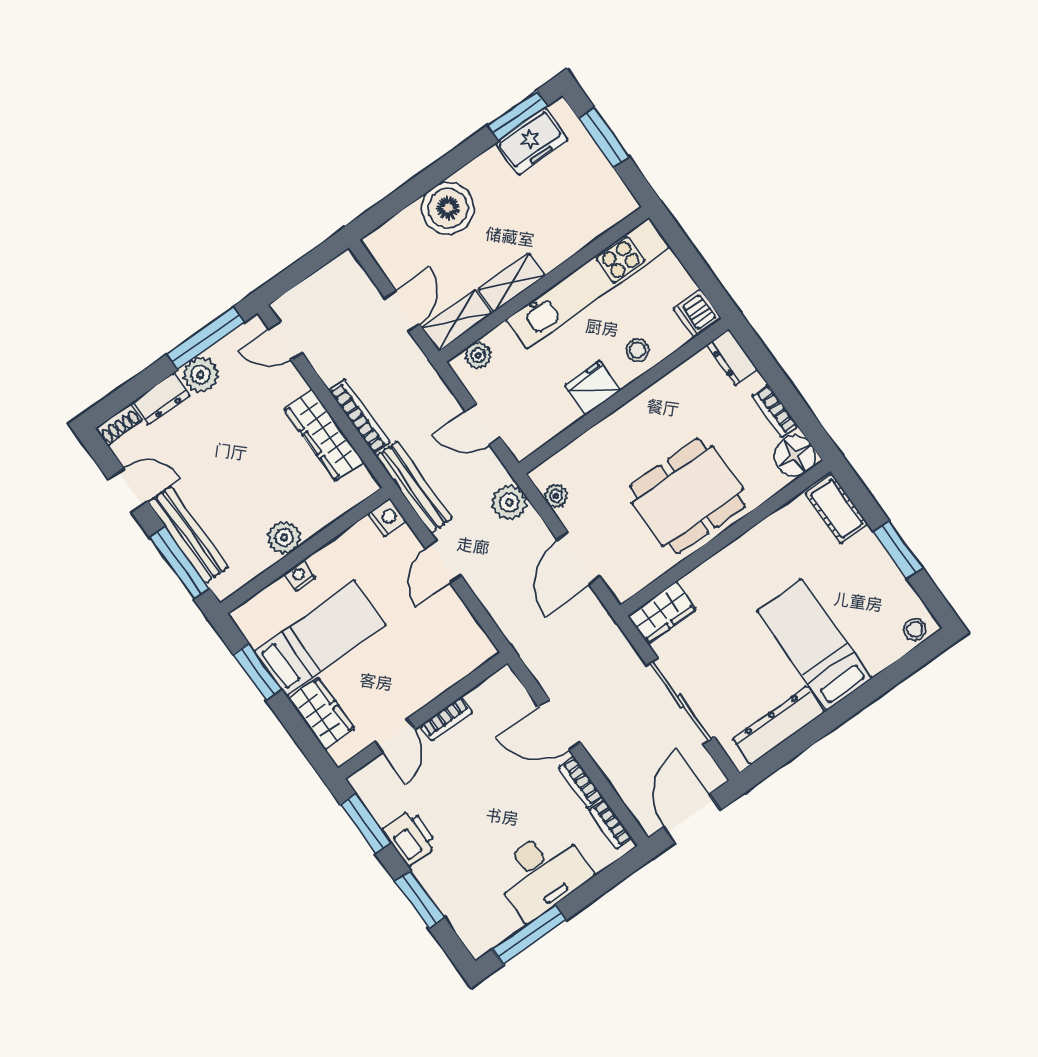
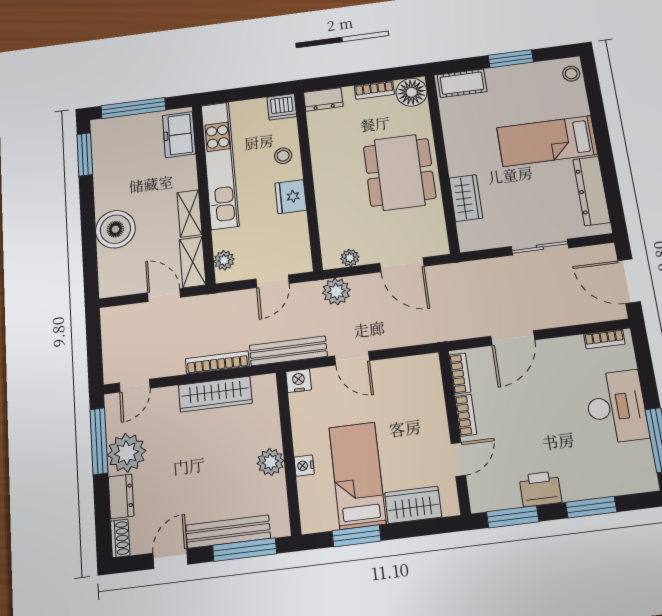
window: (604, 138) -> (133, 108), width x1.44
freezer: (532, 142) -> (179, 135), moved, turned 180
plant: (201, 375) -> (127, 453), width x1.36, depth x1.36
wardrobe: (662, 613) -> (466, 198), moved
sliding door: (680, 701) -> (540, 247), width x0.73
door: (395, 736) -> (458, 459), hinge flipped
bookcase: (581, 783) -> (460, 373), moved, turned -90

